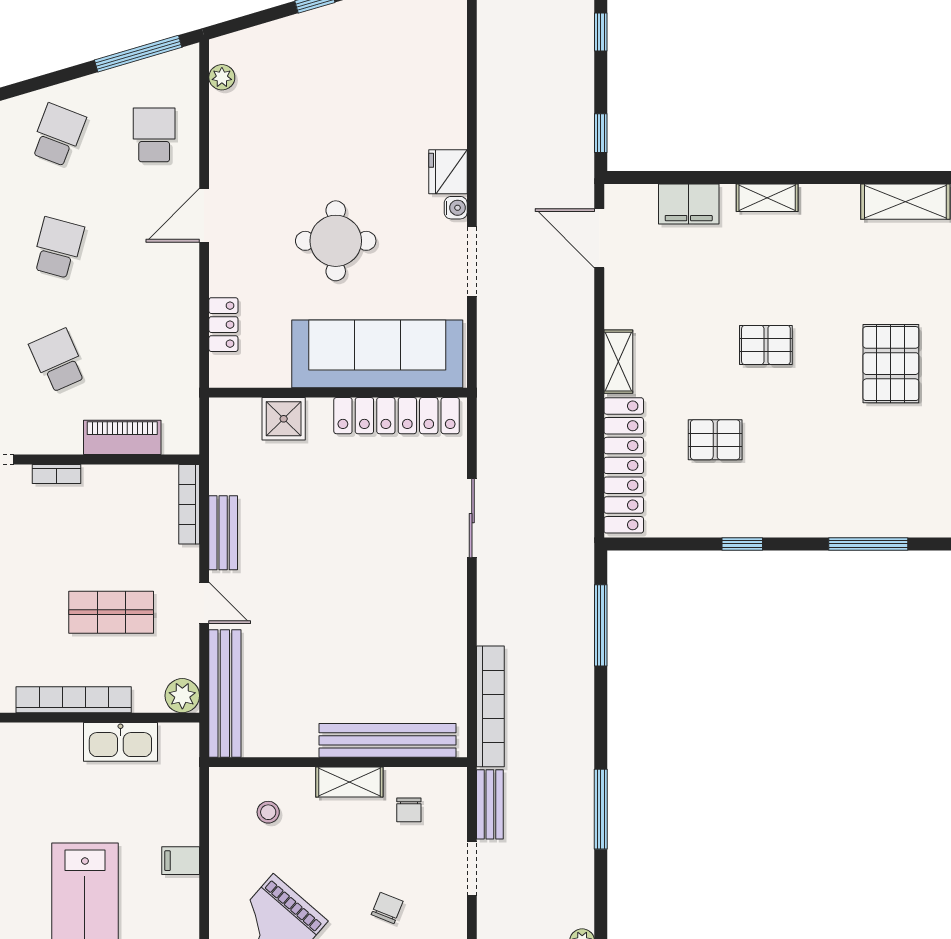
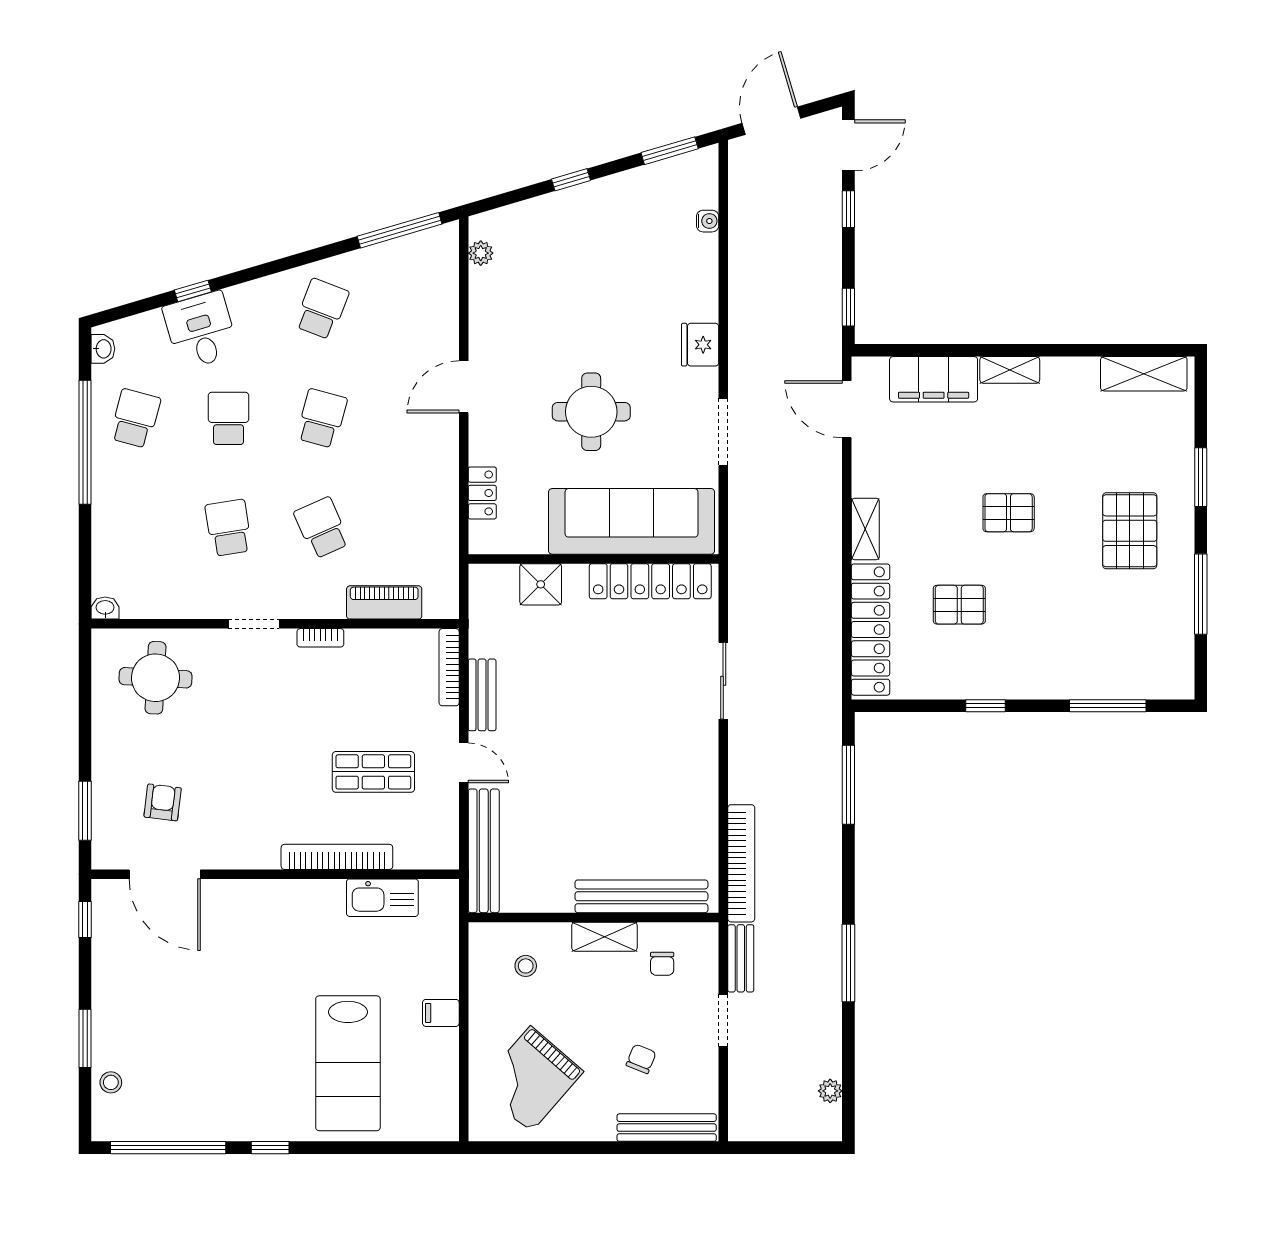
school desk: (154, 135) -> (415, 309), removed
filing cabinet: (689, 204) -> (934, 379), width x1.50, depth x1.17
water cooler: (456, 208) -> (708, 221), moved
plant: (182, 696) -> (442, 853), removed

